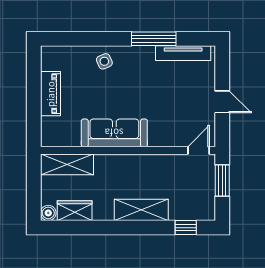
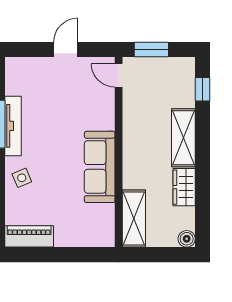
tv unit: (183, 53) -> (13, 126), moved
piano: (50, 94) -> (29, 236), moved
wardrobe: (75, 211) -> (184, 187), moved

